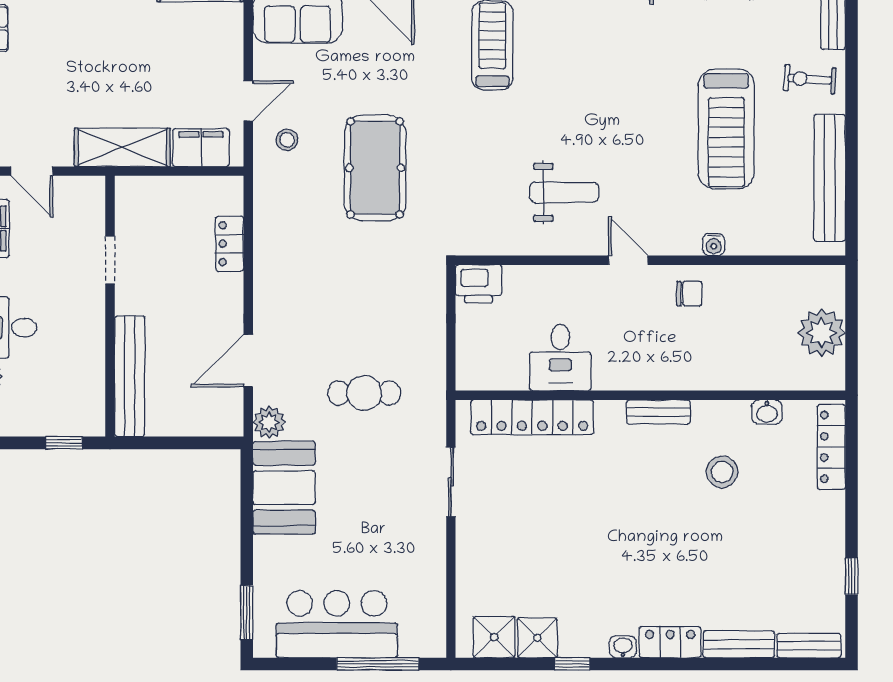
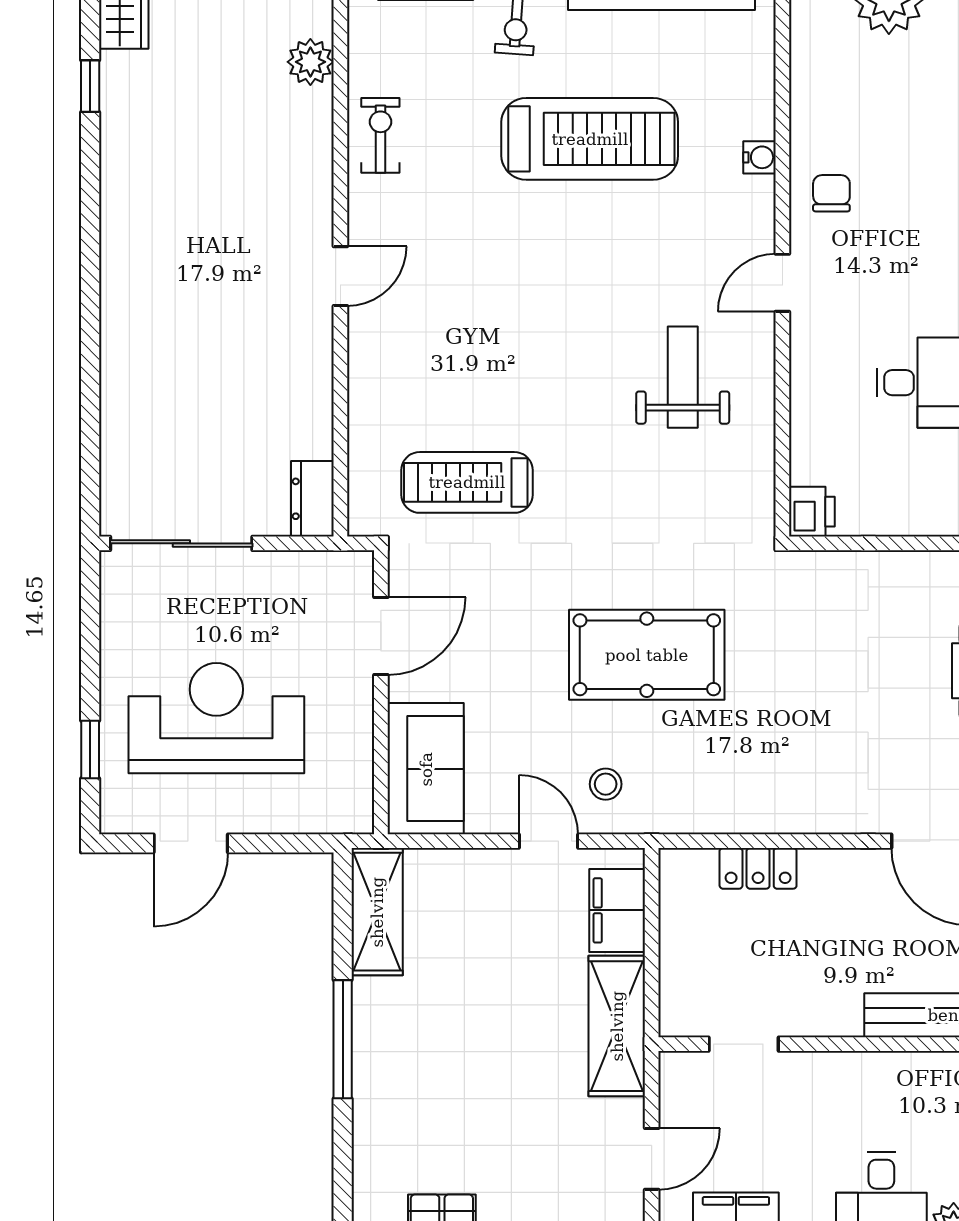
doorway: (110, 260) -> (744, 1044), moved
printer: (479, 284) -> (812, 512), width x0.73, depth x0.81

